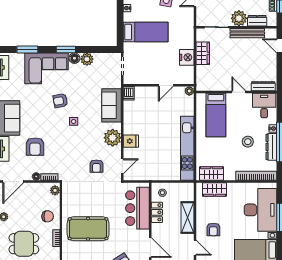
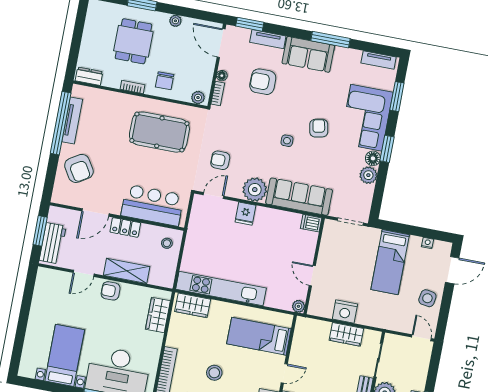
sofa: (112, 105) -> (299, 197), width x1.36
door: (122, 166) -> (213, 196), swing flipped
wardrobe: (211, 173) -> (193, 305), moved, turned 90
locker: (157, 212) -> (125, 227), moved
pool table: (88, 229) -> (159, 132), moved, turned 90
armchair: (213, 229) -> (111, 291), moved

